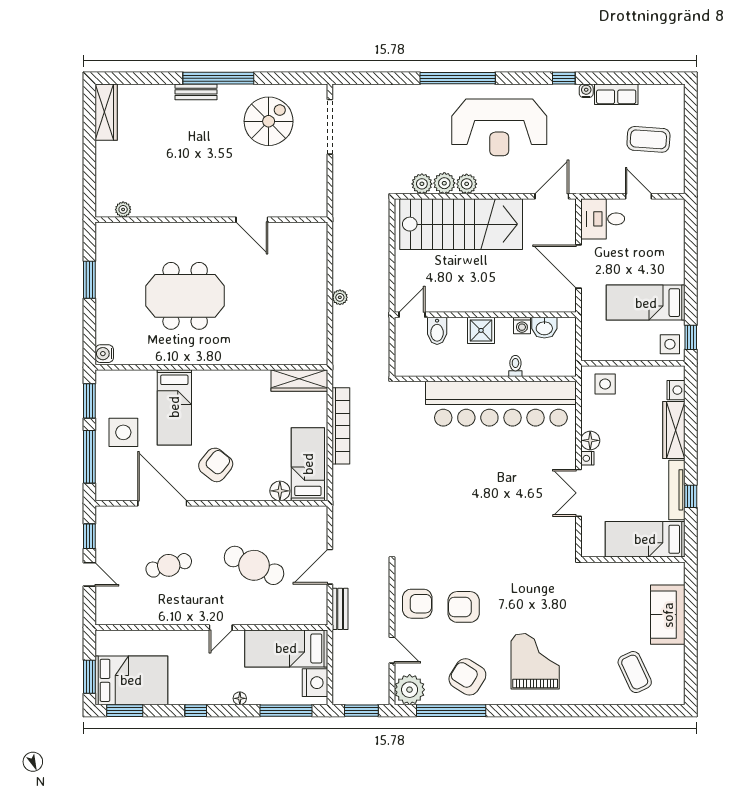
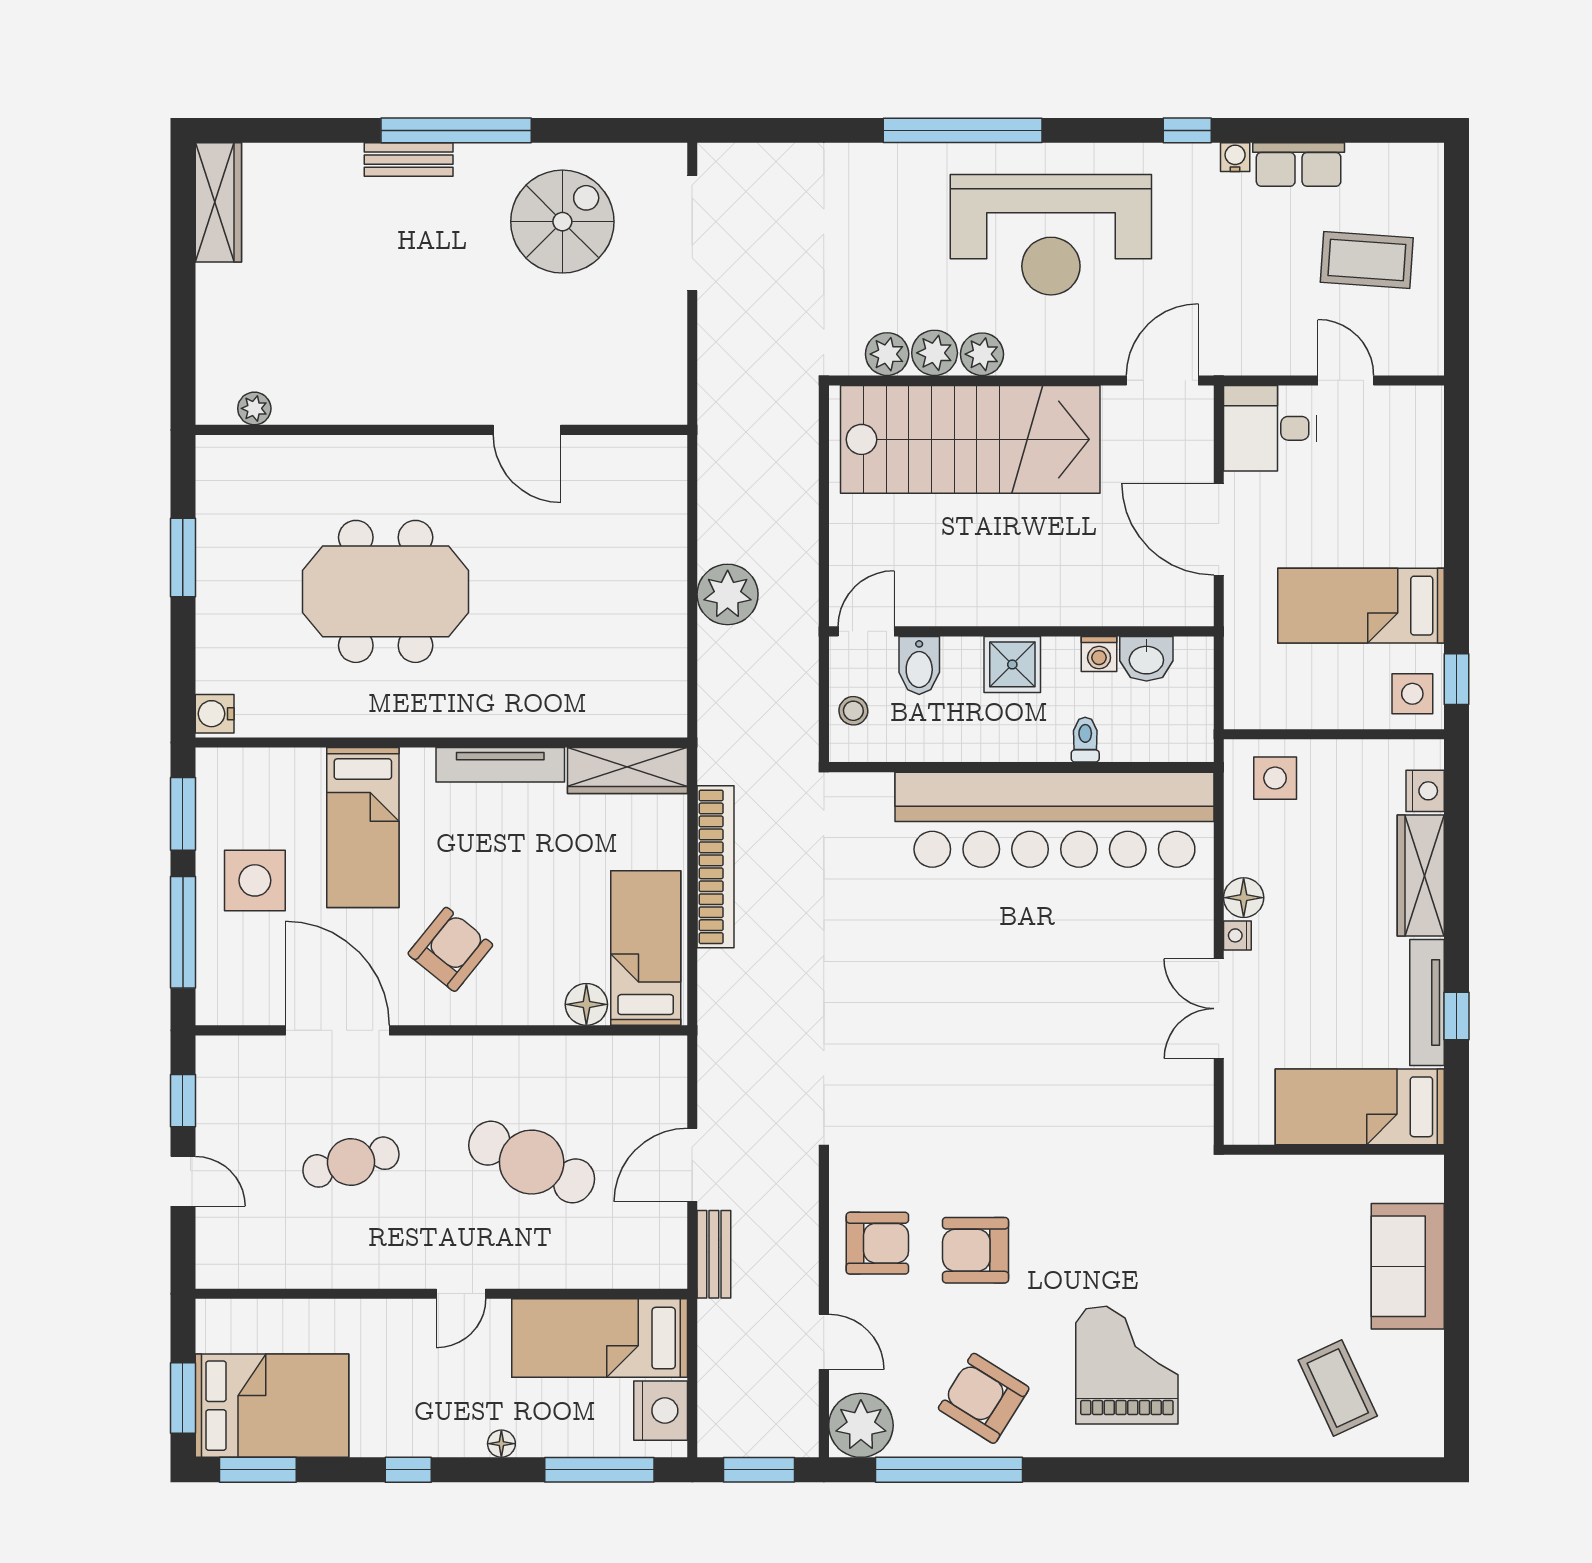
plant: (340, 297) -> (728, 594), width x1.88, depth x1.88
stool: (406, 352) -> (853, 711), added
tv unit: (239, 378) -> (500, 765), added

